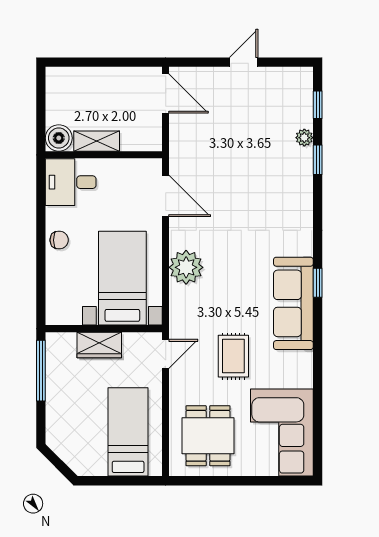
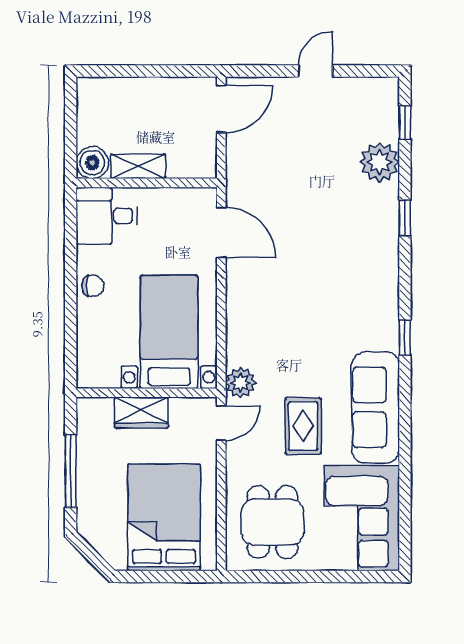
door: (166, 94) -> (221, 109), hinge flipped
plant: (304, 138) -> (379, 162), width x1.88, depth x1.88
window: (318, 160) -> (405, 218), moved
plant: (186, 267) -> (240, 383), moved, width x0.73, depth x0.73
sofa: (293, 303) -> (376, 407), moved
window: (41, 371) -> (71, 471), moved
bed: (128, 432) -> (164, 517), width x1.50

